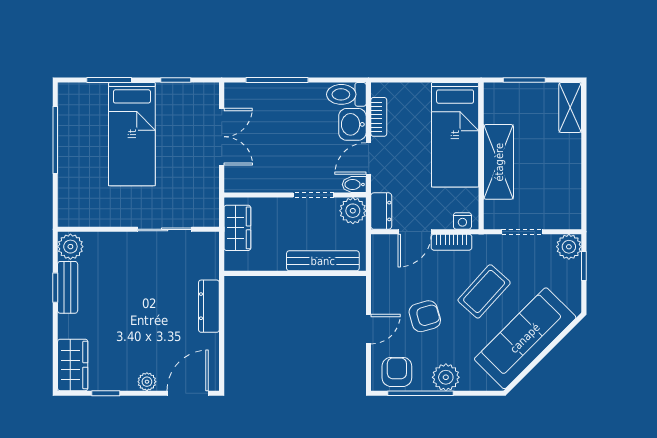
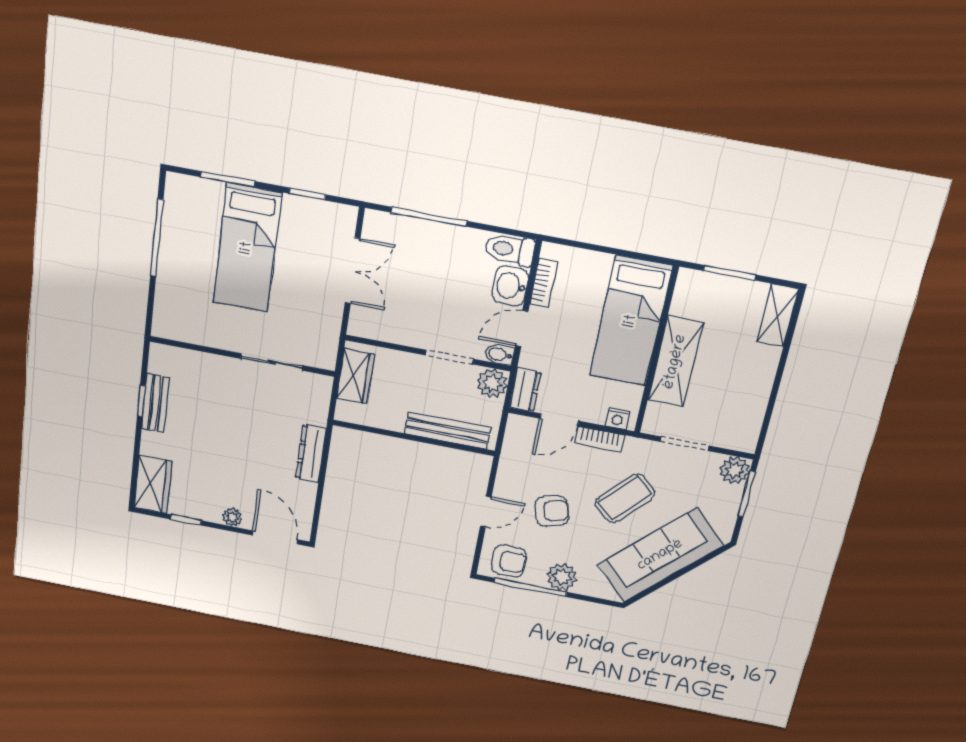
plant: (70, 247) -> (163, 360), removed
window: (584, 266) -> (747, 494), width x1.50
armchair: (397, 372) -> (509, 561), turned 90
door: (188, 393) -> (275, 537), hinge flipped

